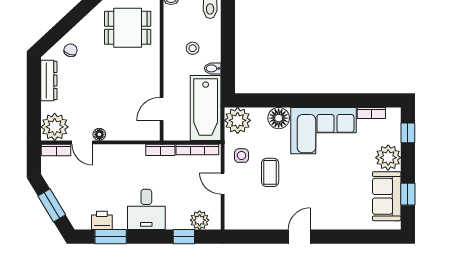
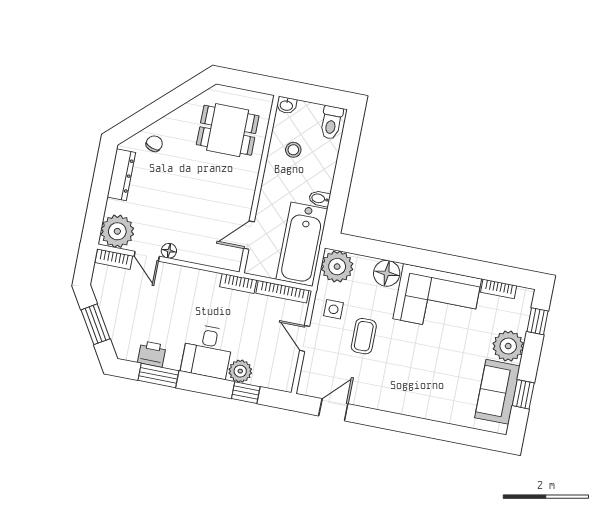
stool: (193, 48) -> (293, 150), moved
plant: (200, 220) -> (240, 371), moved
door: (299, 237) -> (333, 410), moved

